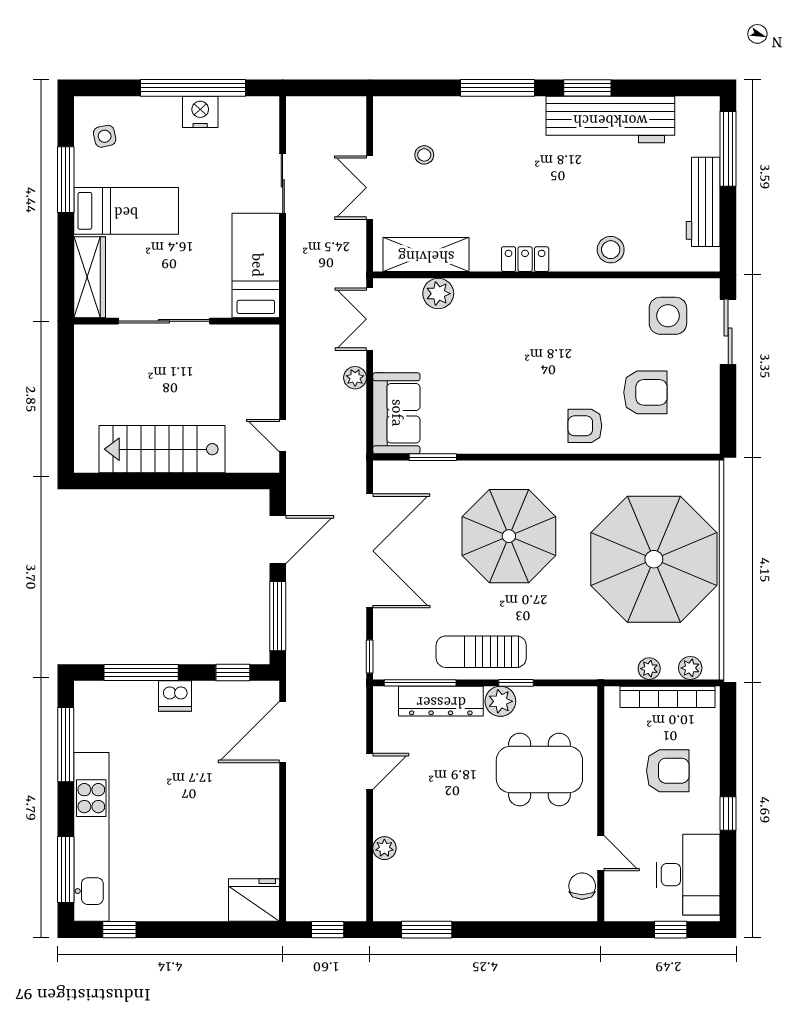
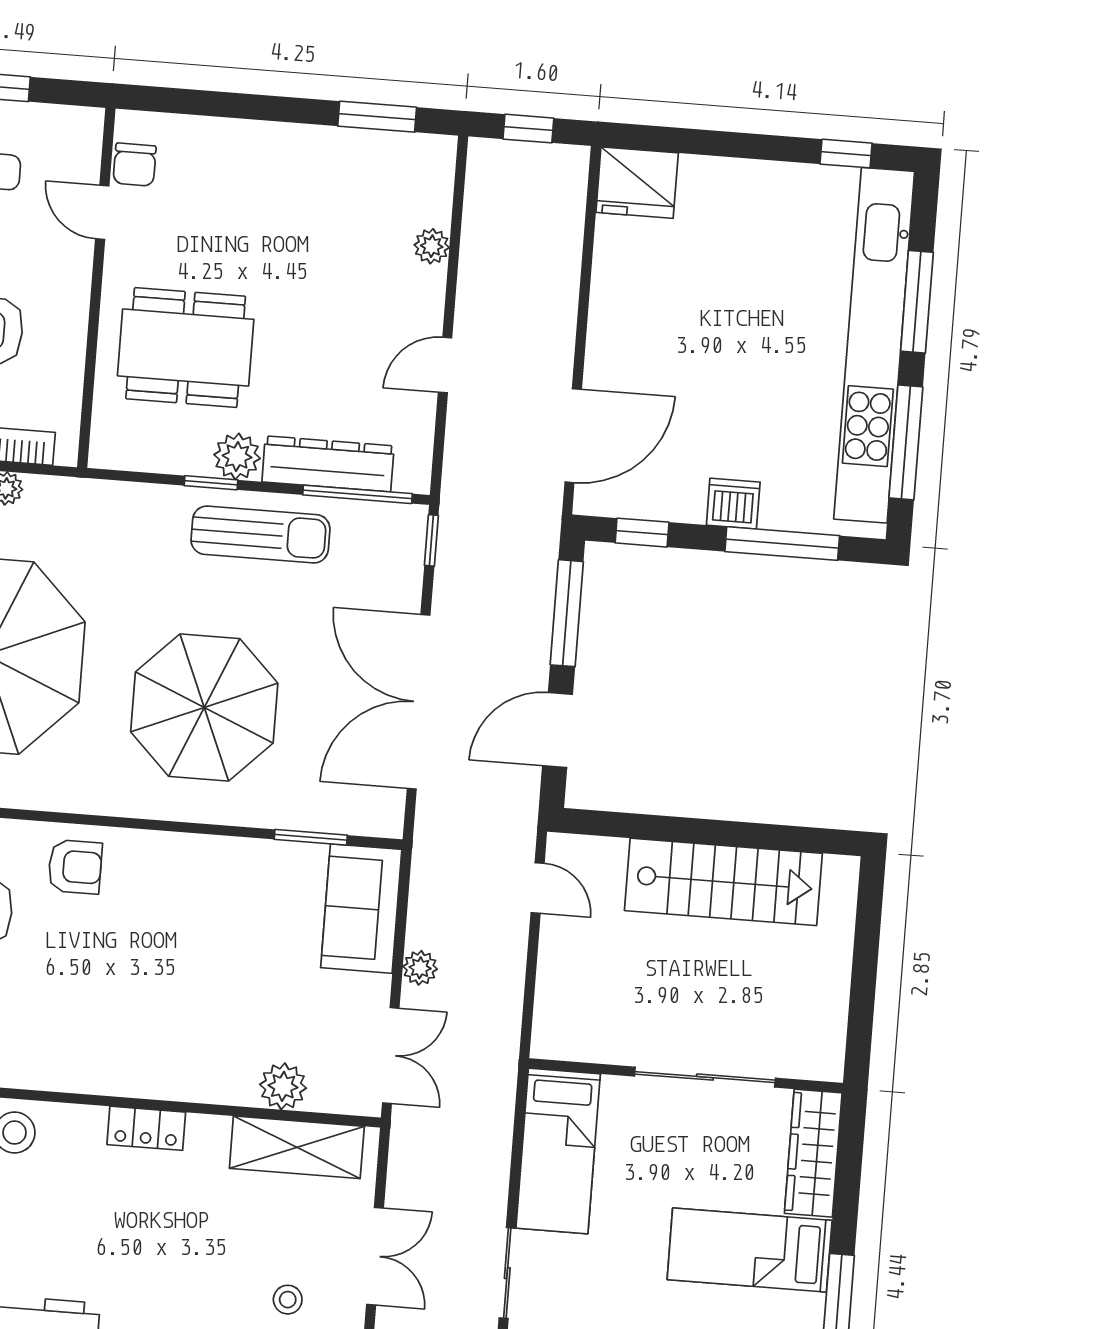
kitchen unit: (91, 837) -> (874, 345), width x1.36
window: (66, 870) -> (917, 302), moved

